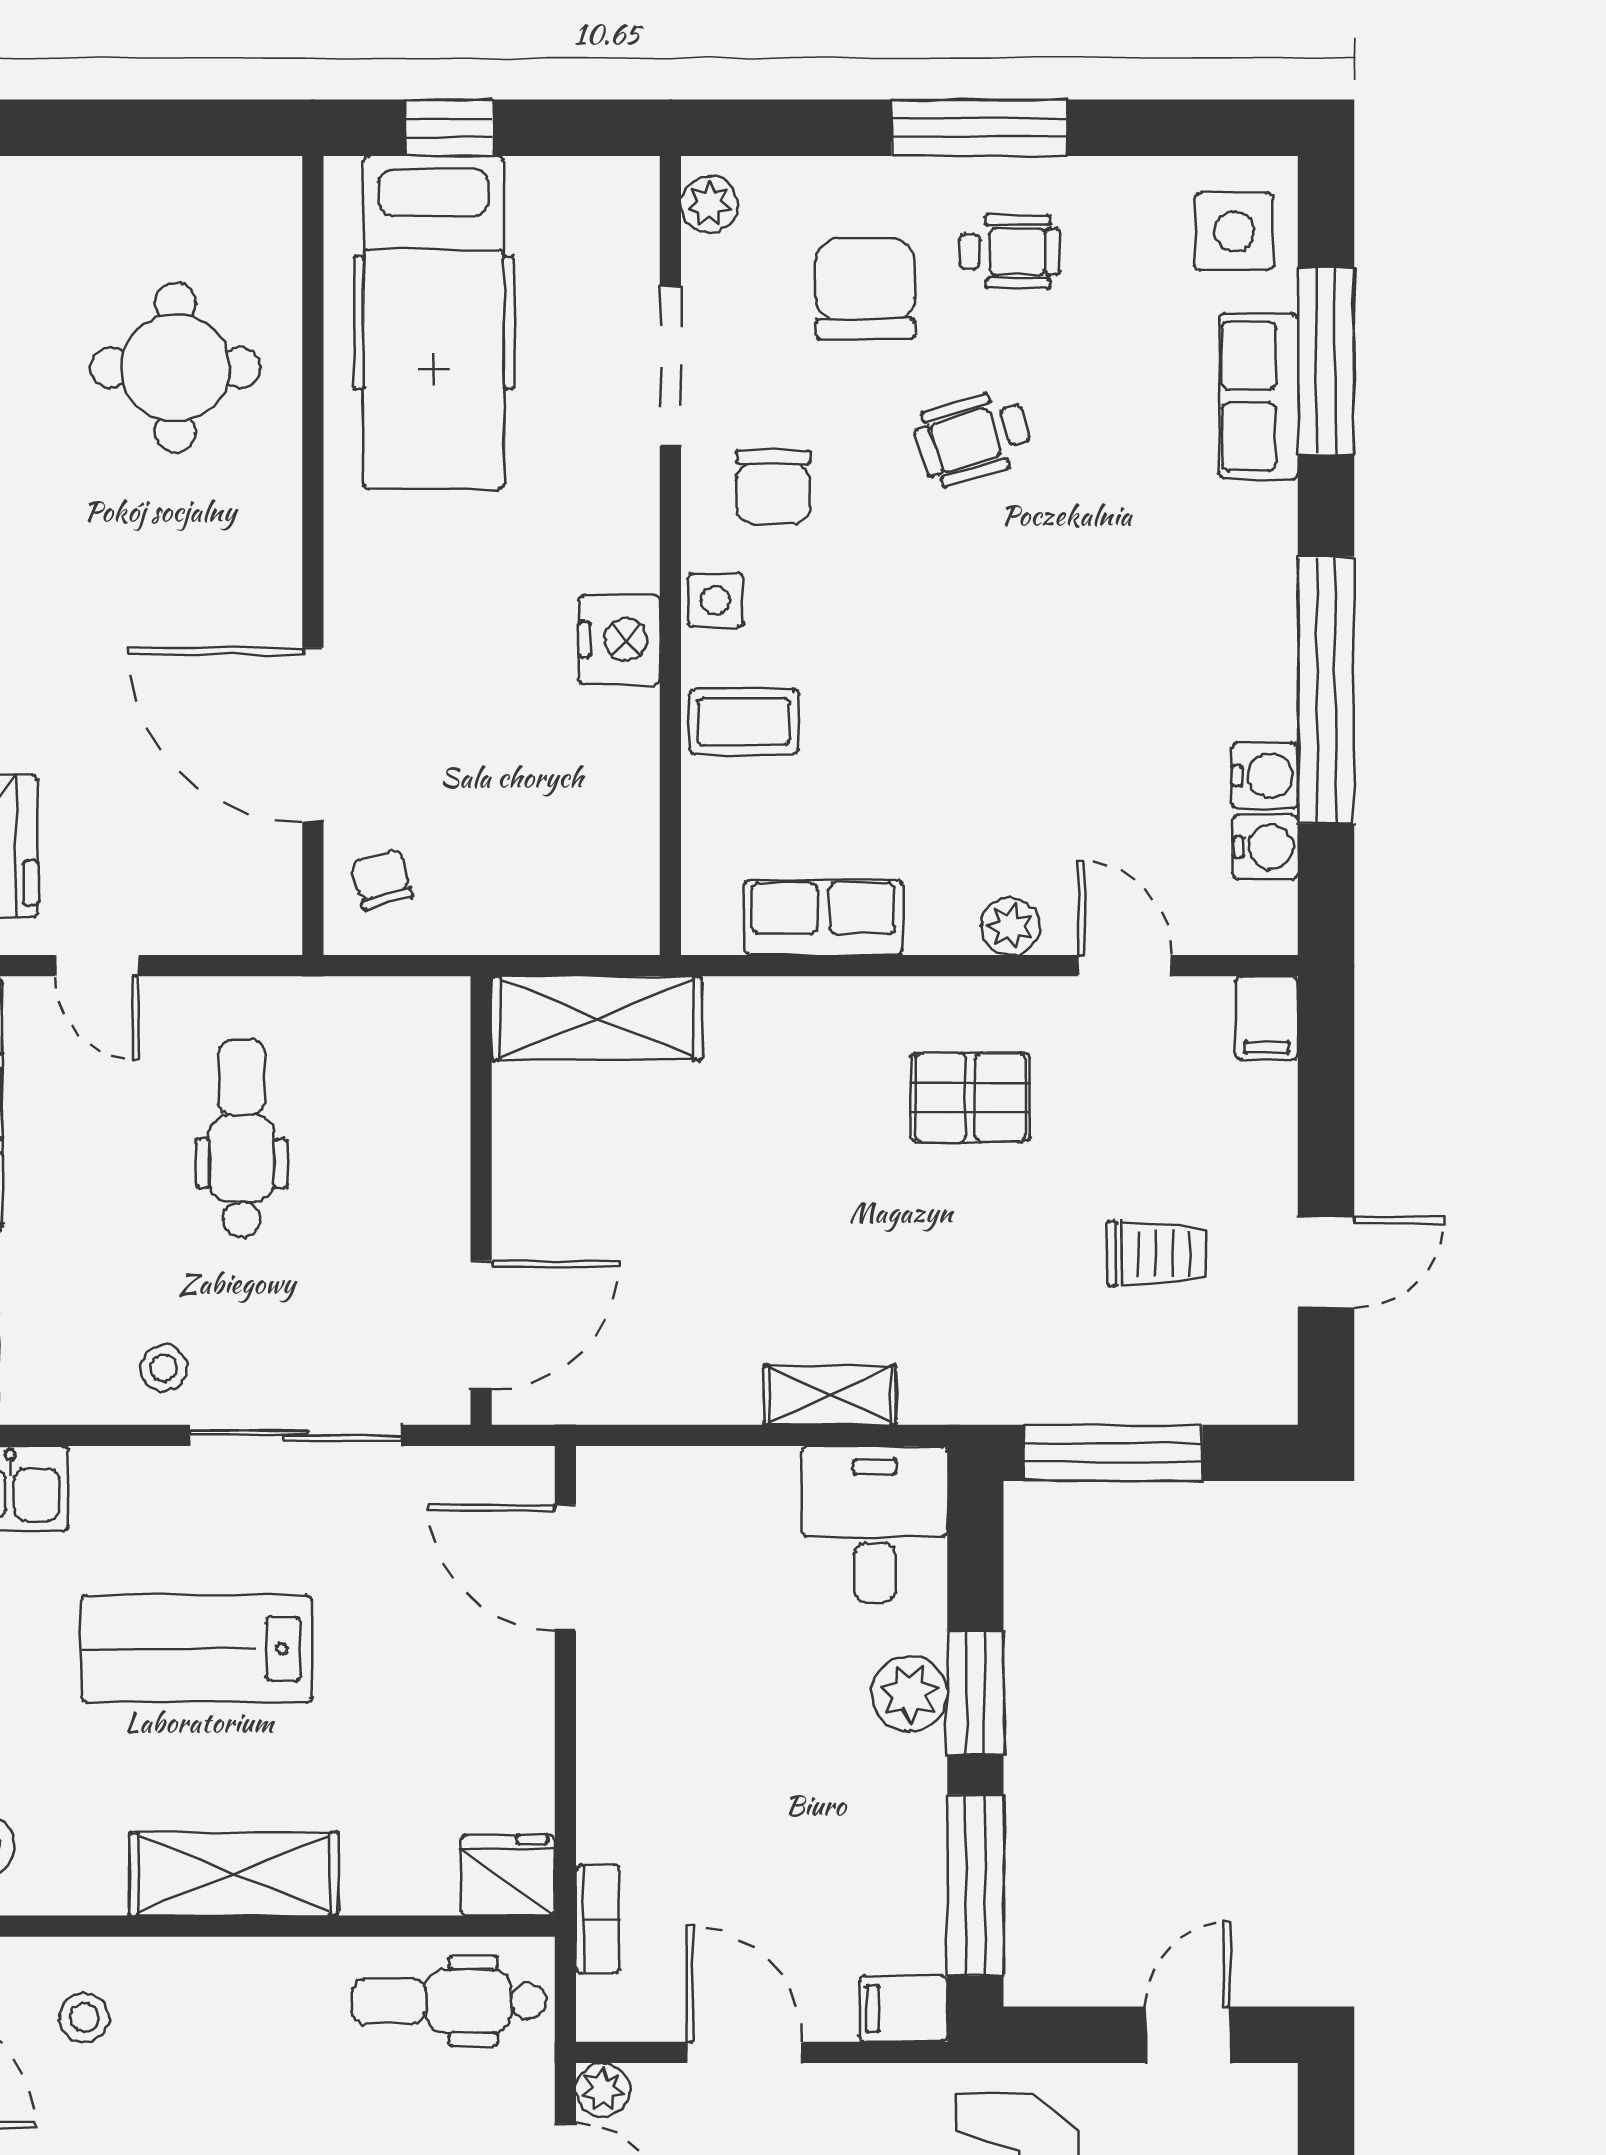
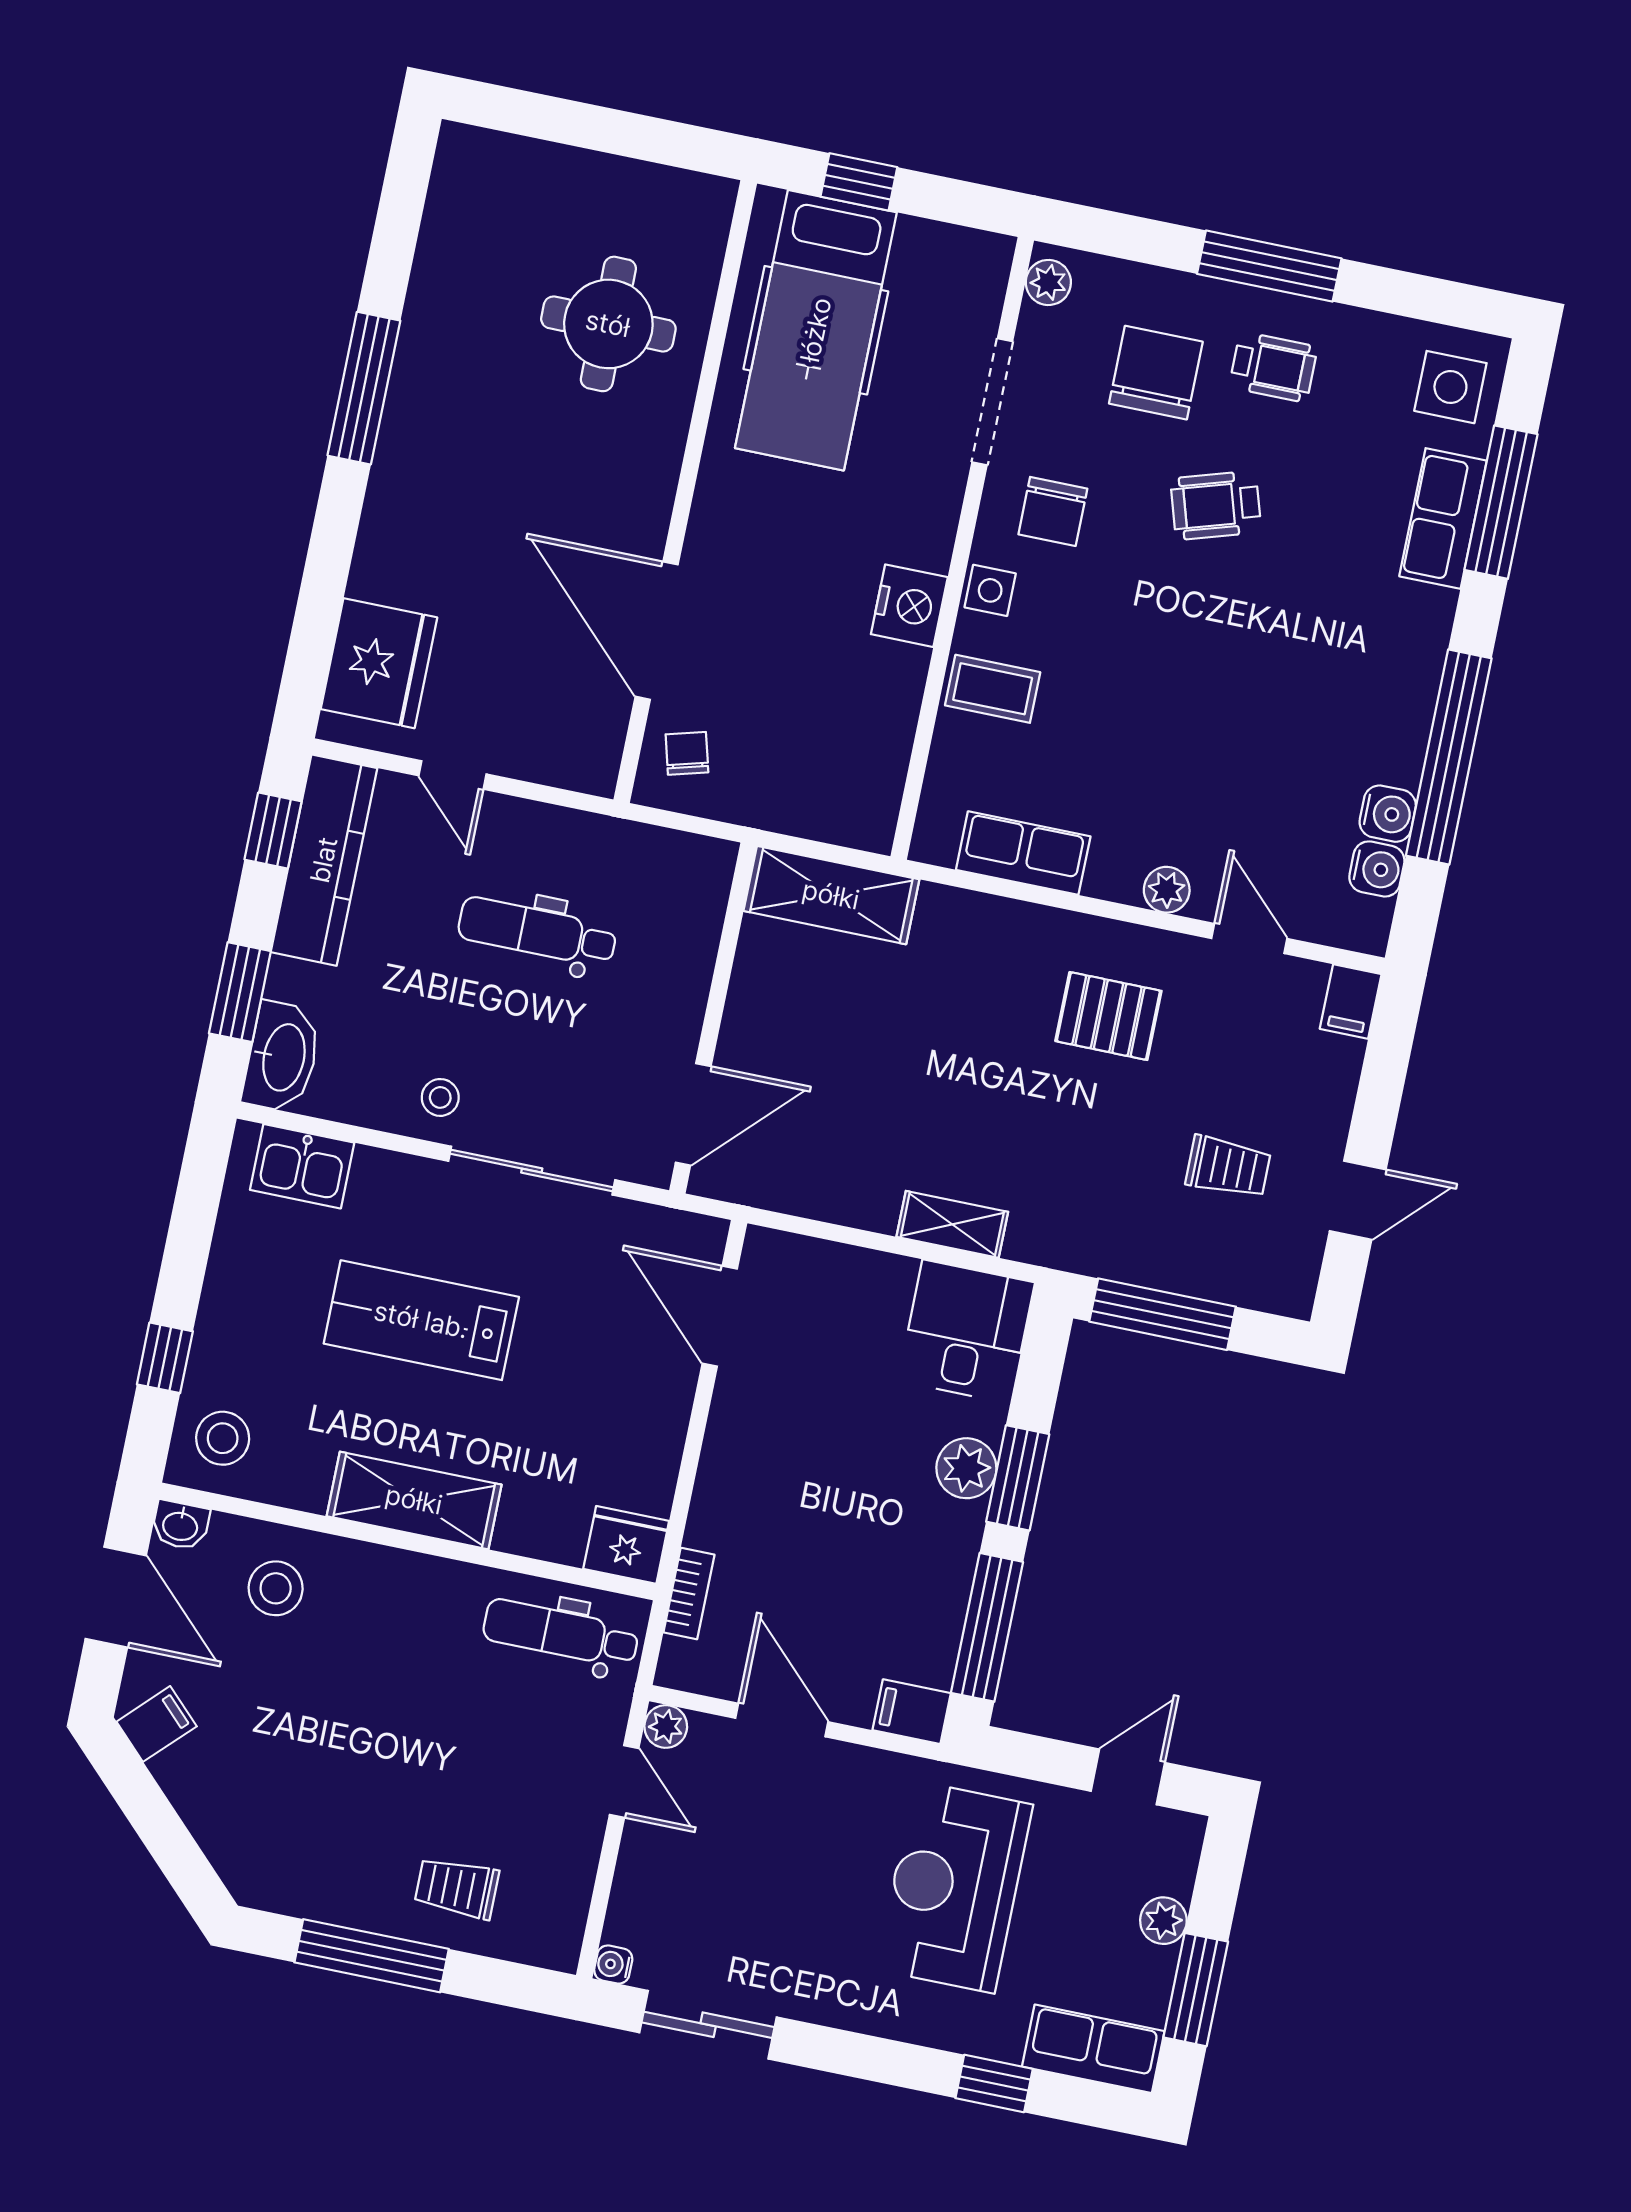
dental chair: (242, 1138) -> (537, 932), turned -90
stool: (84, 2018) -> (276, 1588), width x1.37, depth x1.37

